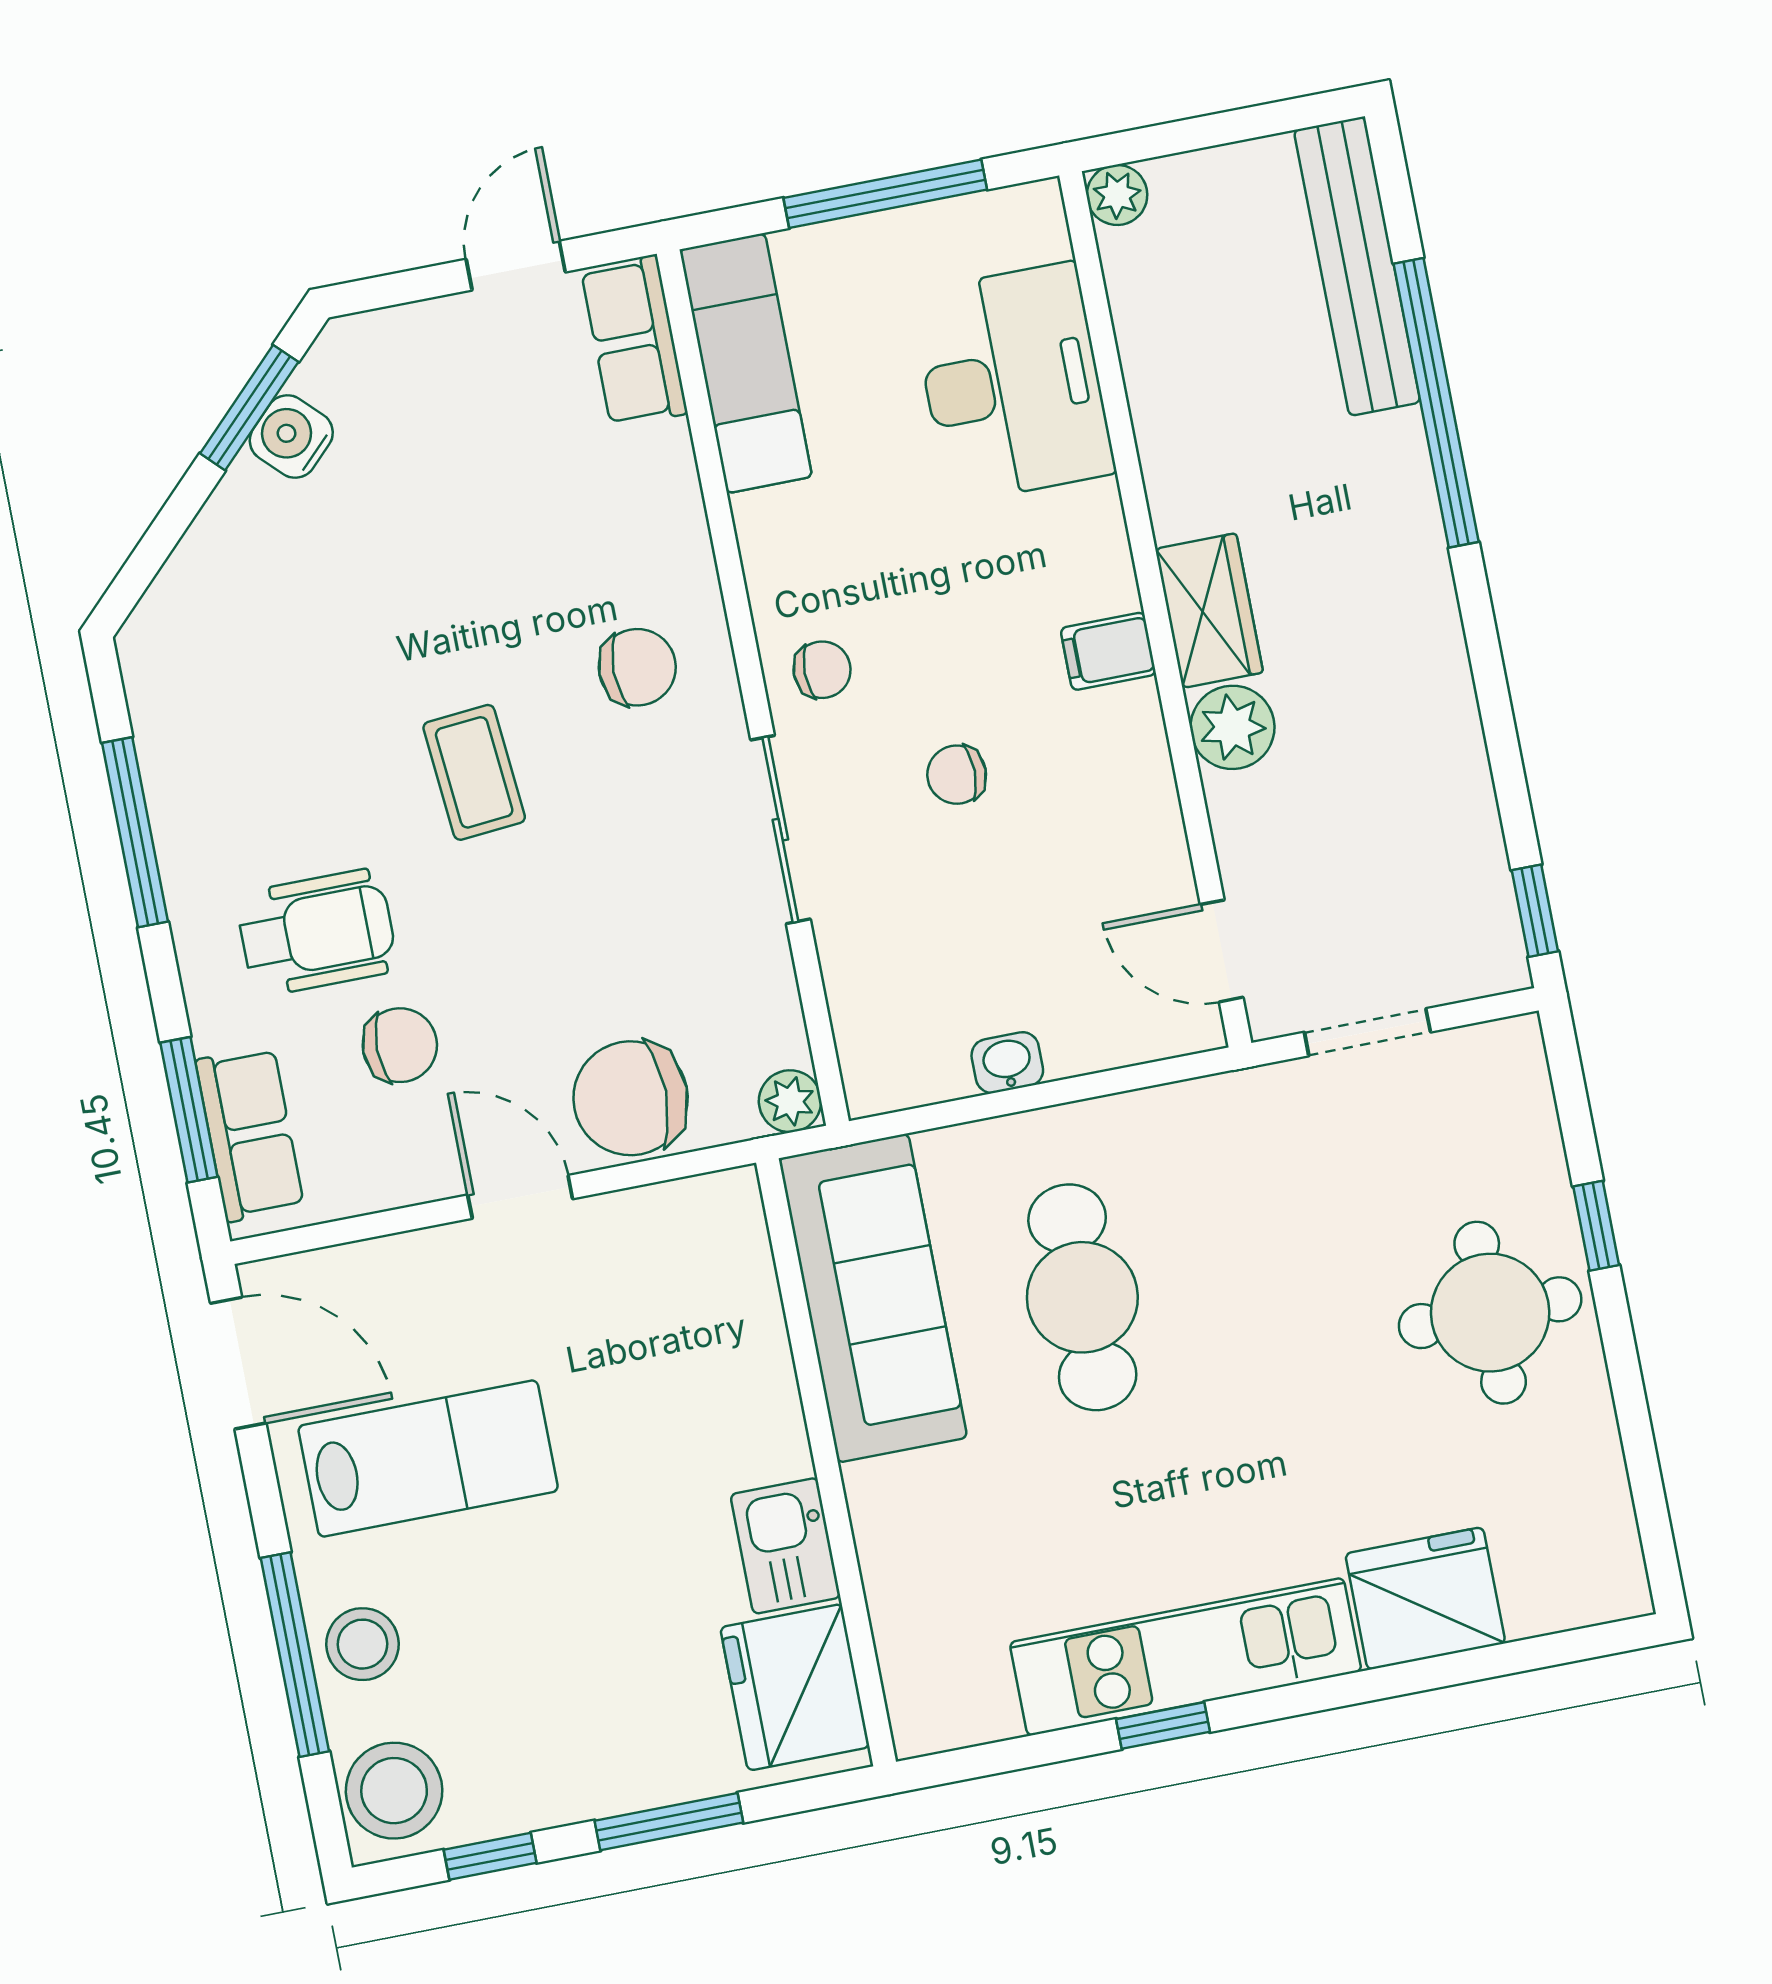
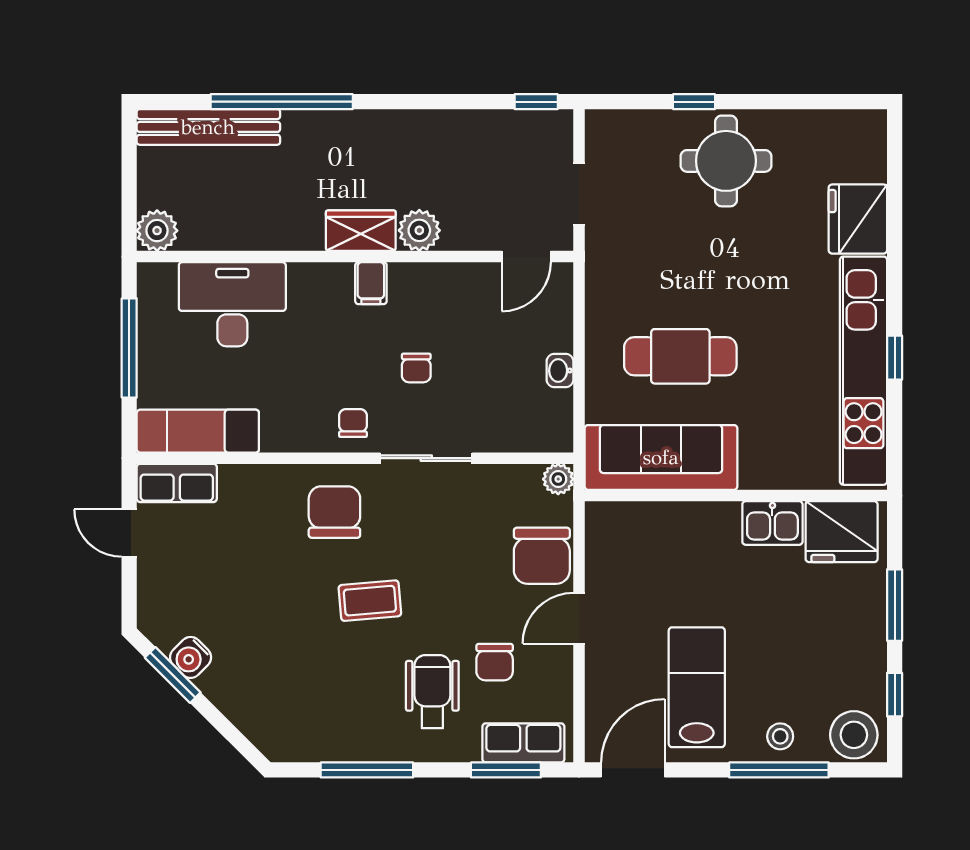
plant: (1117, 195) -> (157, 231), width x1.38, depth x1.38
chair: (637, 667) -> (334, 512), width x1.37, depth x1.37
chair: (400, 1045) -> (495, 662), turned 180
stool: (363, 1644) -> (780, 736), width x0.73, depth x0.73
kitchen unit: (1186, 1657) -> (864, 371), width x1.36

